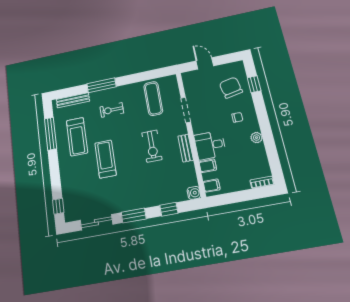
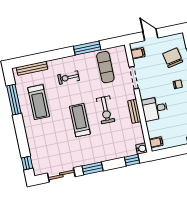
window: (101, 85) -> (87, 48), moved
treadmill: (105, 159) -> (80, 120), moved
filing cabinet: (208, 166) -> (138, 53), moved
window: (169, 209) -> (132, 160), moved

